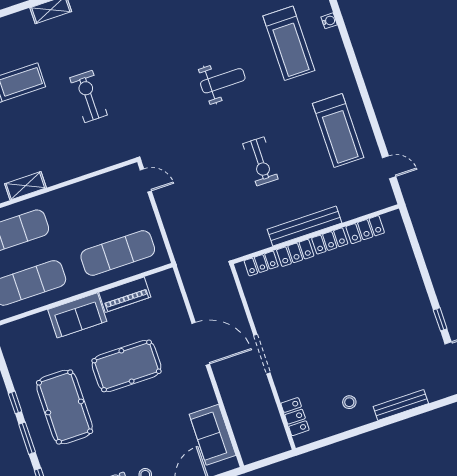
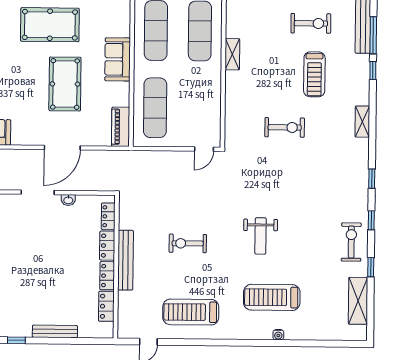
bench: (415, 279) -> (55, 331), added
piano: (125, 295) -> (121, 127), moved
washbasin: (258, 316) -> (68, 200), added

